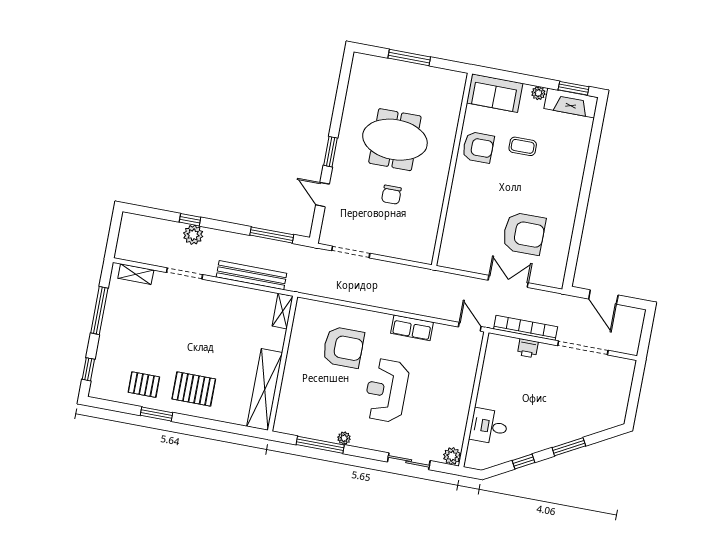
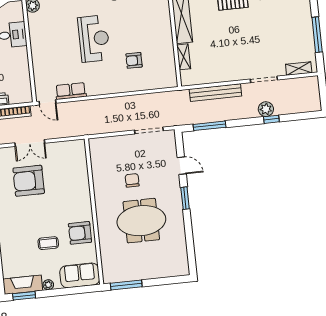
window: (409, 58) -> (126, 285), moved
shelving: (283, 311) -> (184, 57), moved
row of seats: (412, 328) -> (71, 91), moved
armchair: (343, 347) -> (134, 60), width x0.53, depth x0.53

